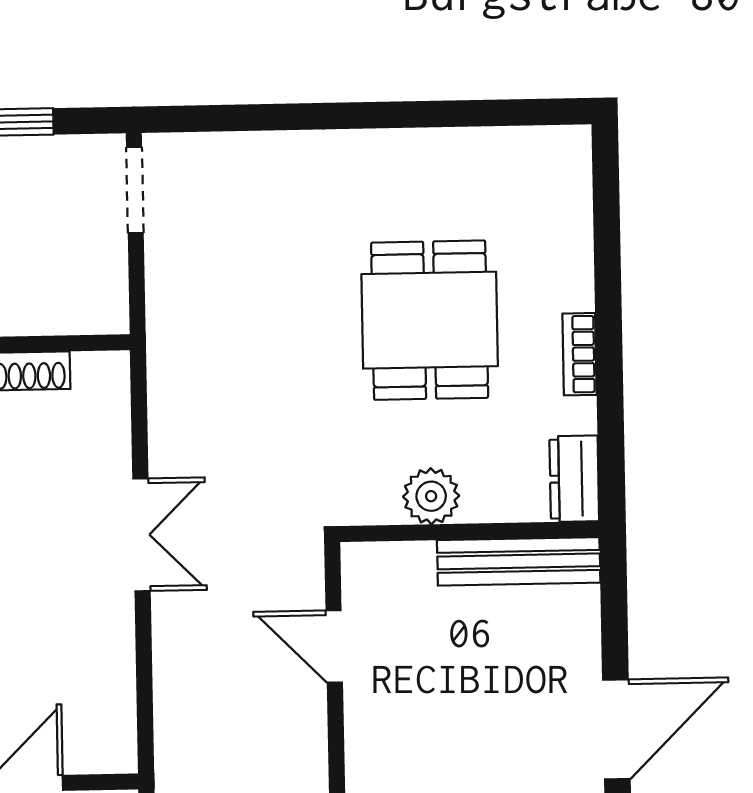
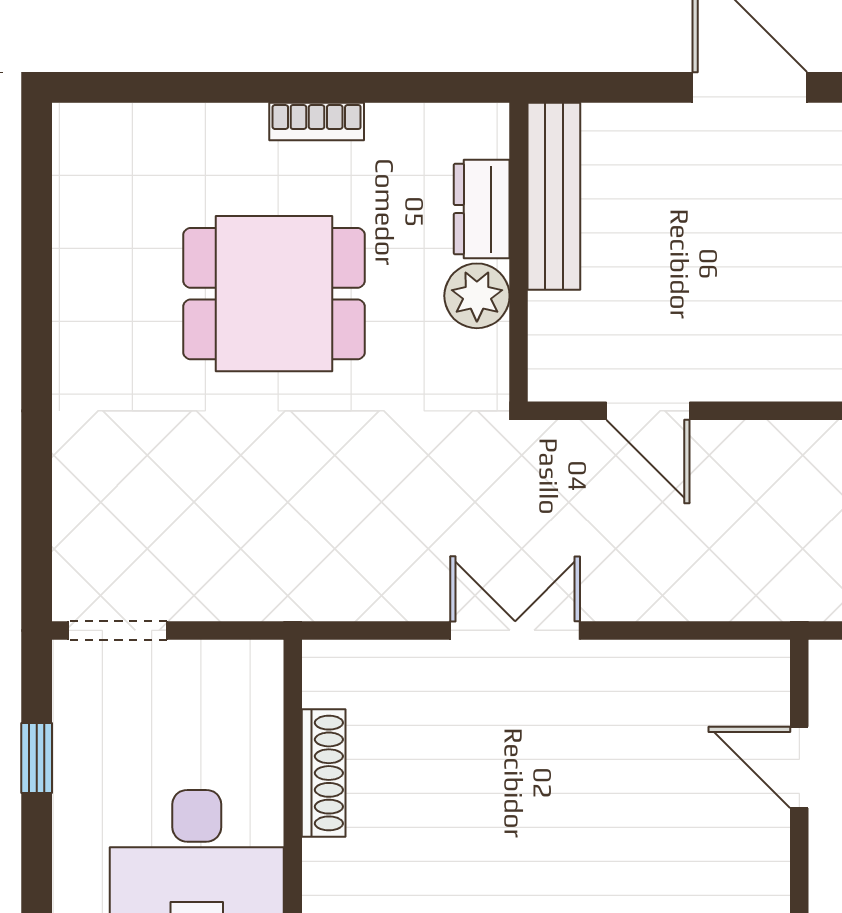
dresser: (574, 479) -> (482, 209), moved, turned 90
door: (334, 646) -> (648, 411), hinge flipped

